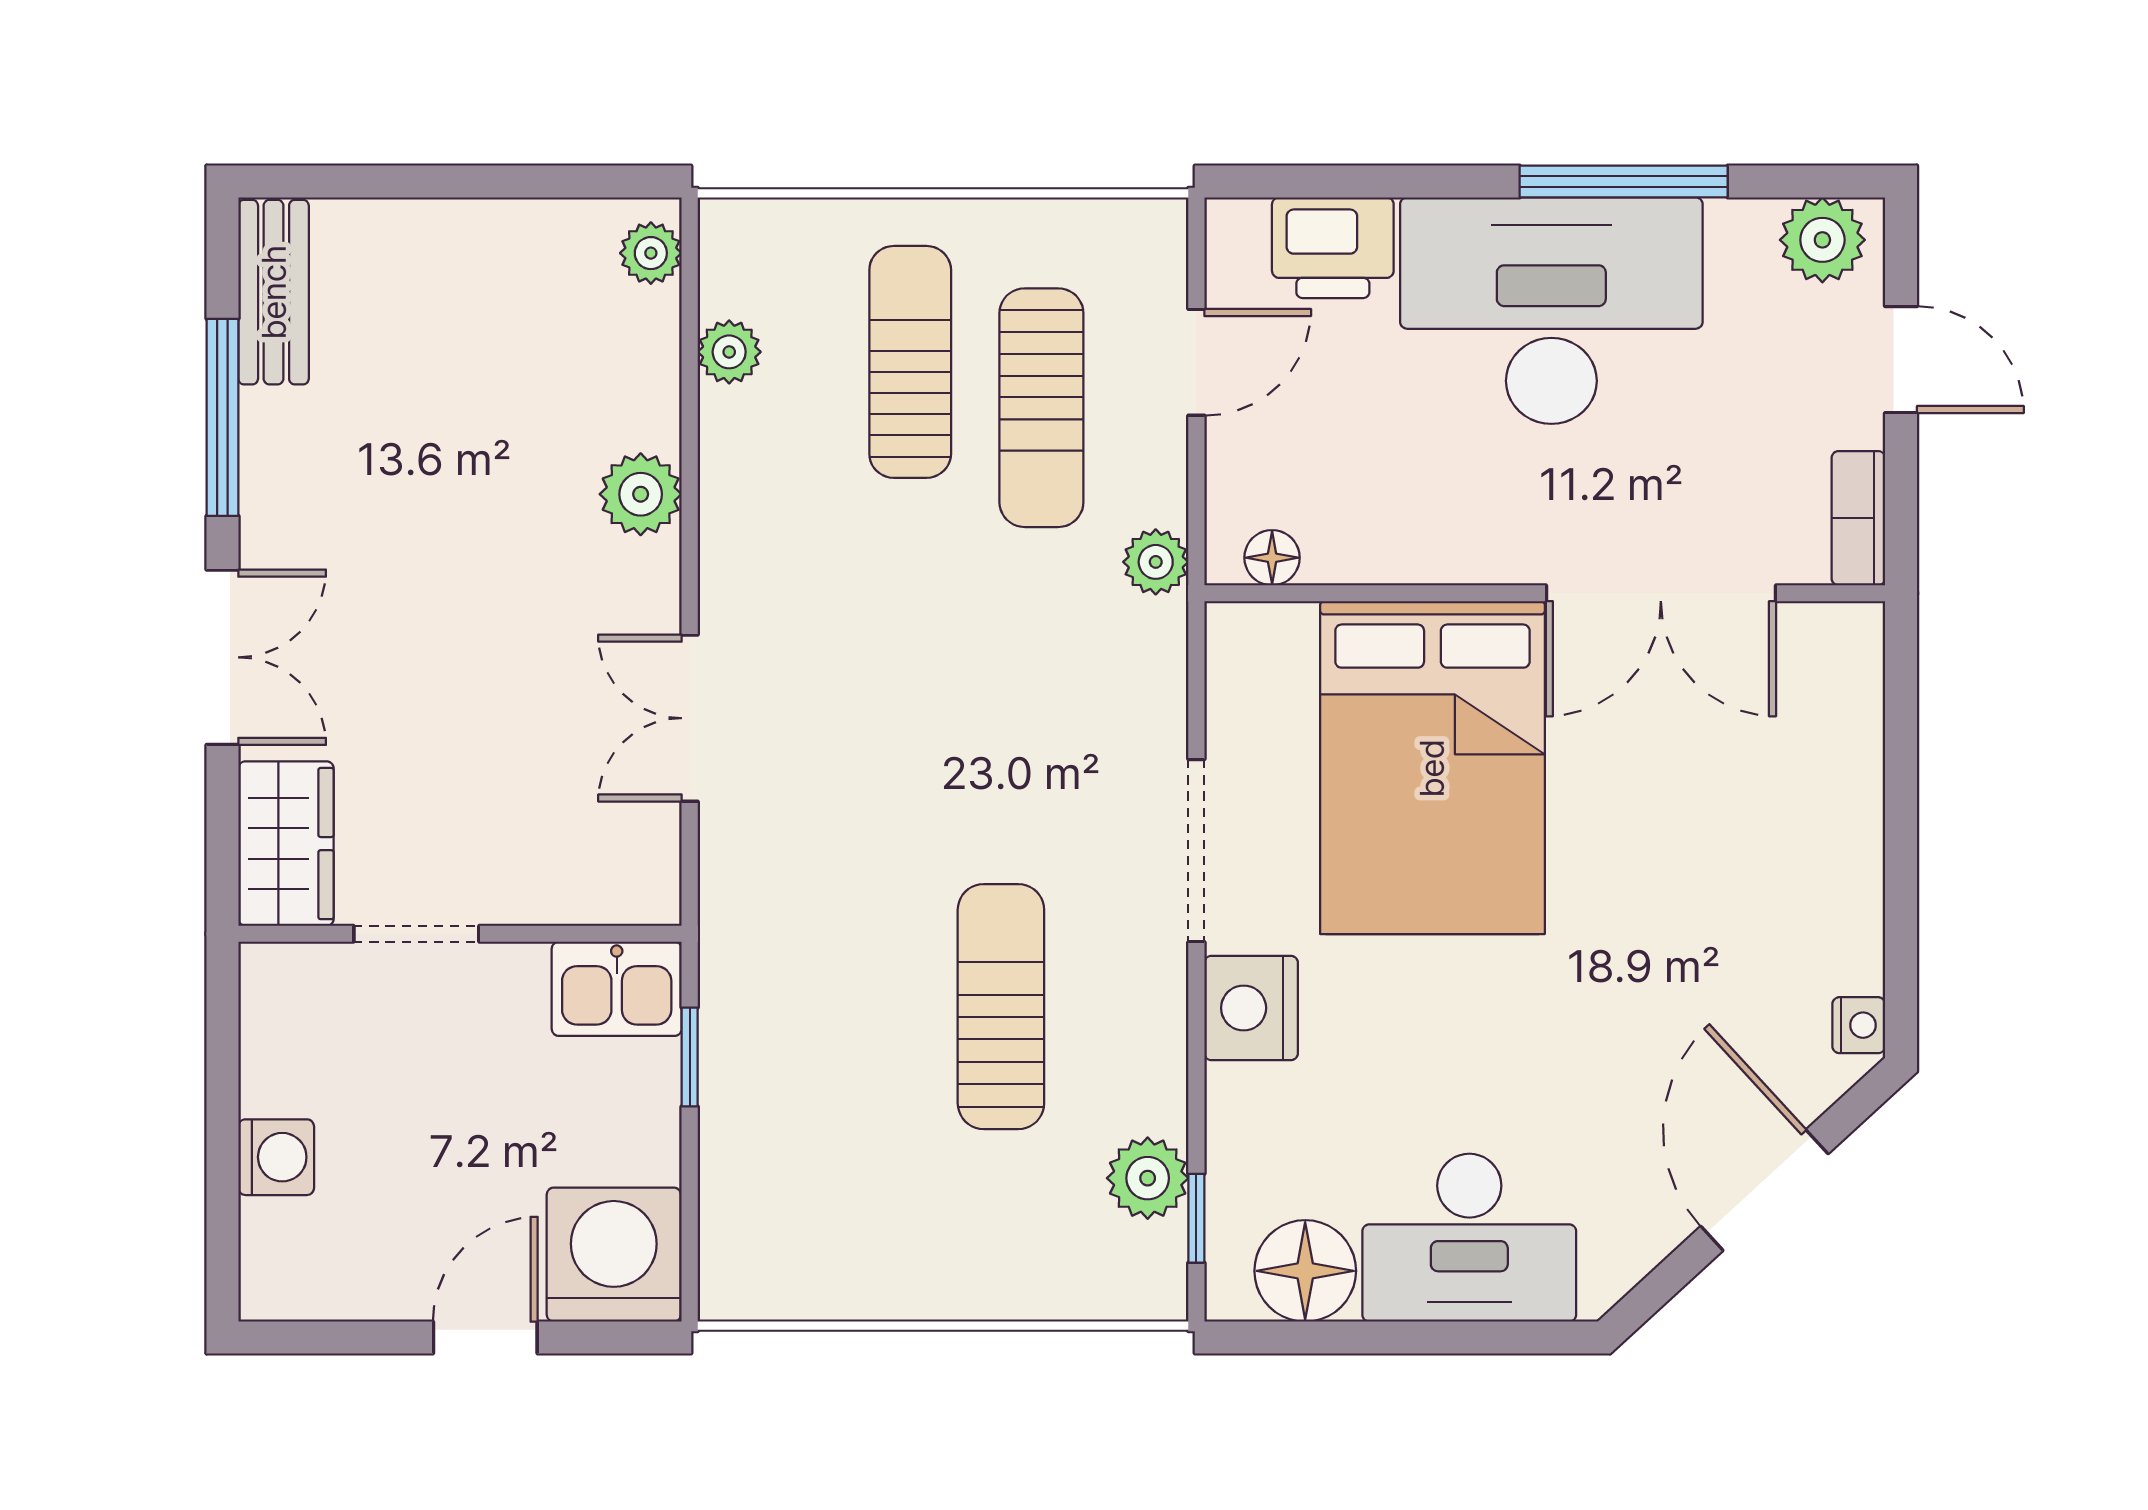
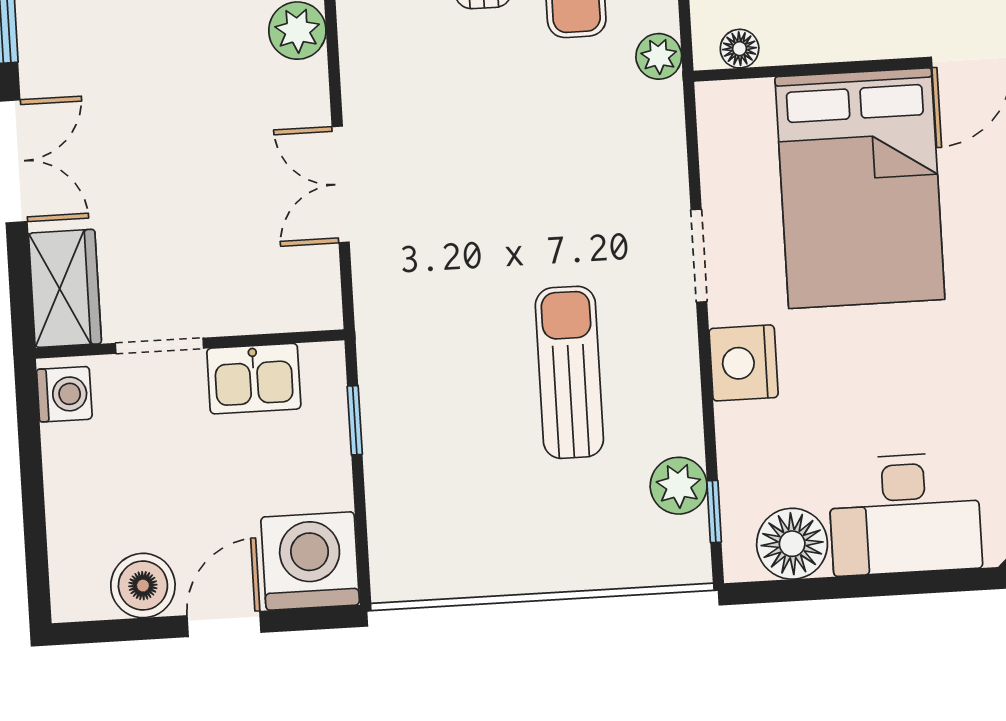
doorway: (1196, 851) -> (699, 256), width x0.73
kitchen sink: (617, 989) -> (254, 379), moved
washing machine: (276, 1157) -> (64, 394), moved
boiler: (372, 1276) -> (143, 586), added

